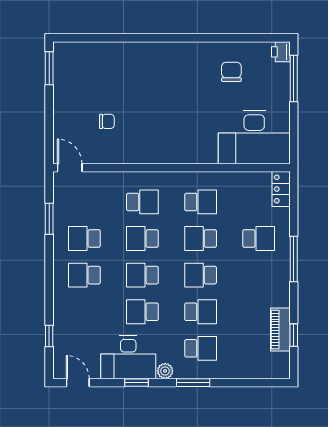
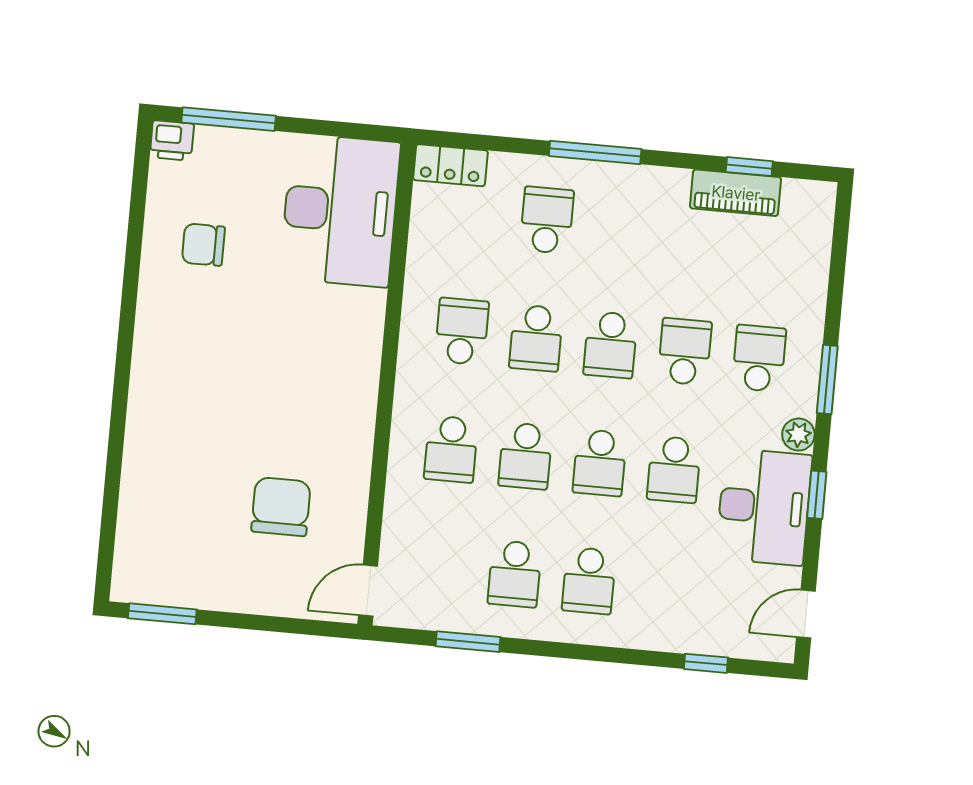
chair: (107, 121) -> (281, 507), width x1.87, depth x1.87
school desk: (142, 202) -> (451, 449), turned 180

